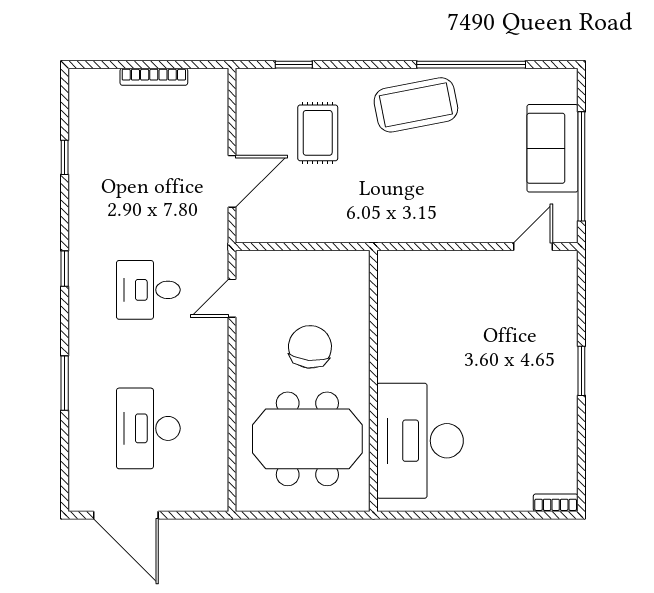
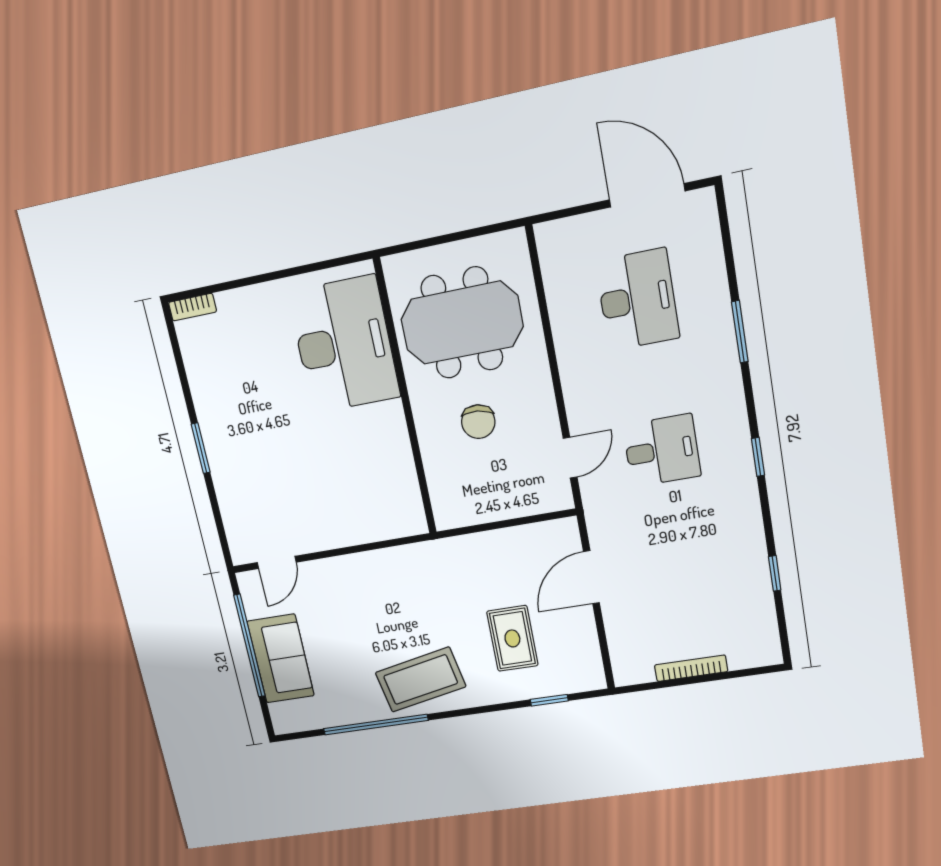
chair: (310, 347) -> (478, 422), width x0.73, depth x0.73

